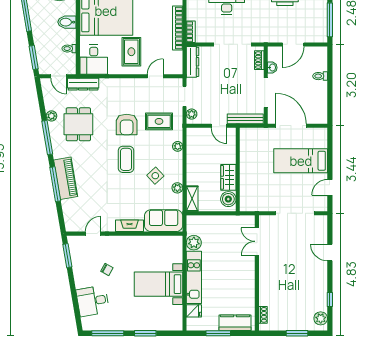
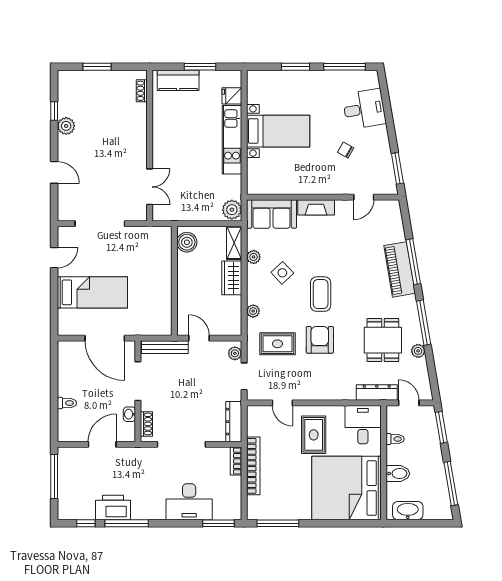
door: (155, 76) -> (282, 403), hinge flipped
wardrobe: (228, 177) -> (232, 278), moved, turned 180
plant: (194, 243) -> (232, 210), moved
plant: (321, 318) -> (66, 126), moved

